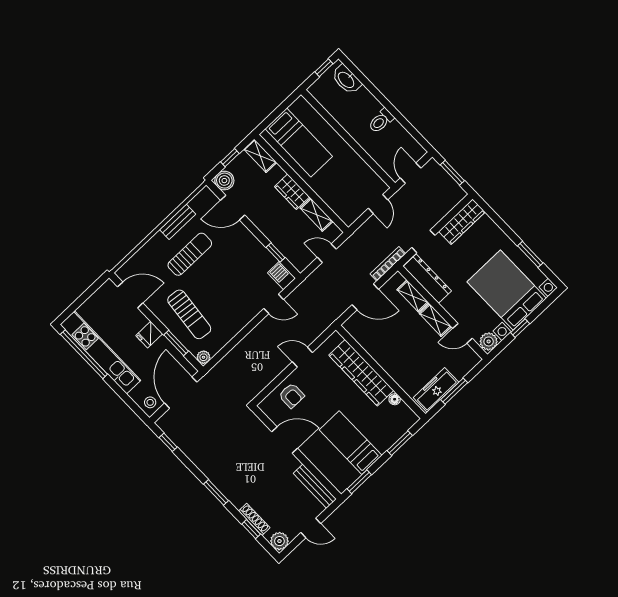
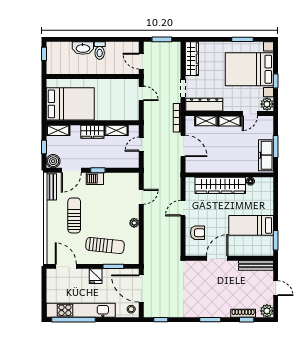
washbasin: (346, 80) -> (83, 48), moved
bed: (299, 143) -> (70, 104), width x1.50
bench: (178, 222) -> (51, 187), moved
window: (275, 252) -> (98, 170), moved
barbecue: (281, 276) -> (95, 179), moved
door: (130, 295) -> (66, 266), hinge flipped
door: (365, 297) -> (183, 146), hinge flipped
plant: (203, 357) -> (134, 223), moved
window: (400, 443) -> (276, 200), removed
door: (311, 528) -> (276, 288), hinge flipped

